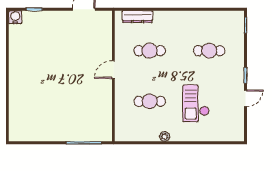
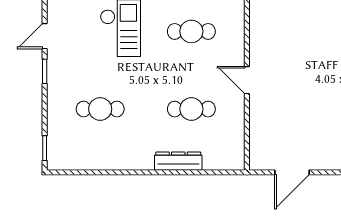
dresser: (137, 17) -> (178, 161), moved
door: (113, 70) -> (247, 80), swing flipped

